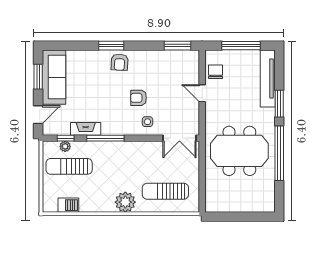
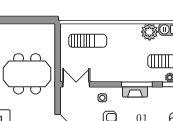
fireplace: (86, 129) -> (135, 92), moved
plant: (125, 202) -> (149, 32), moved

